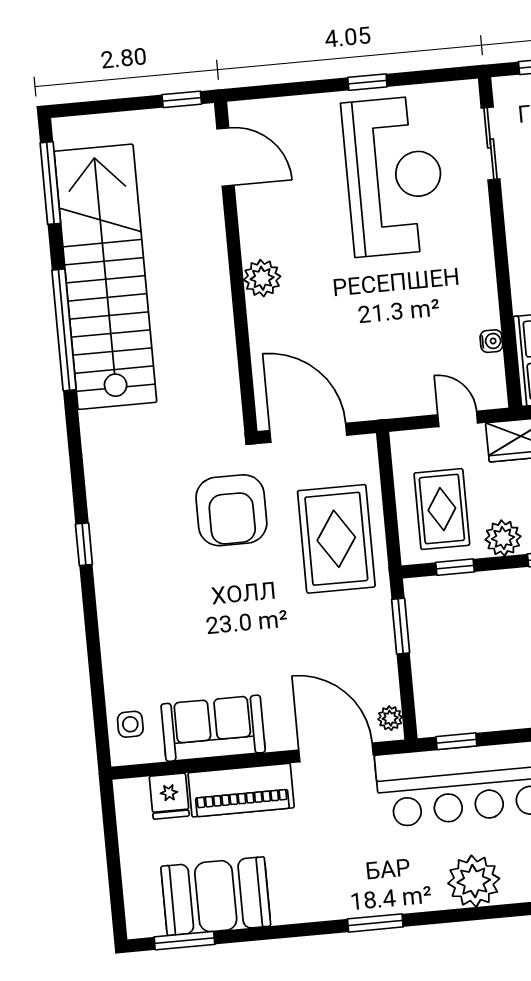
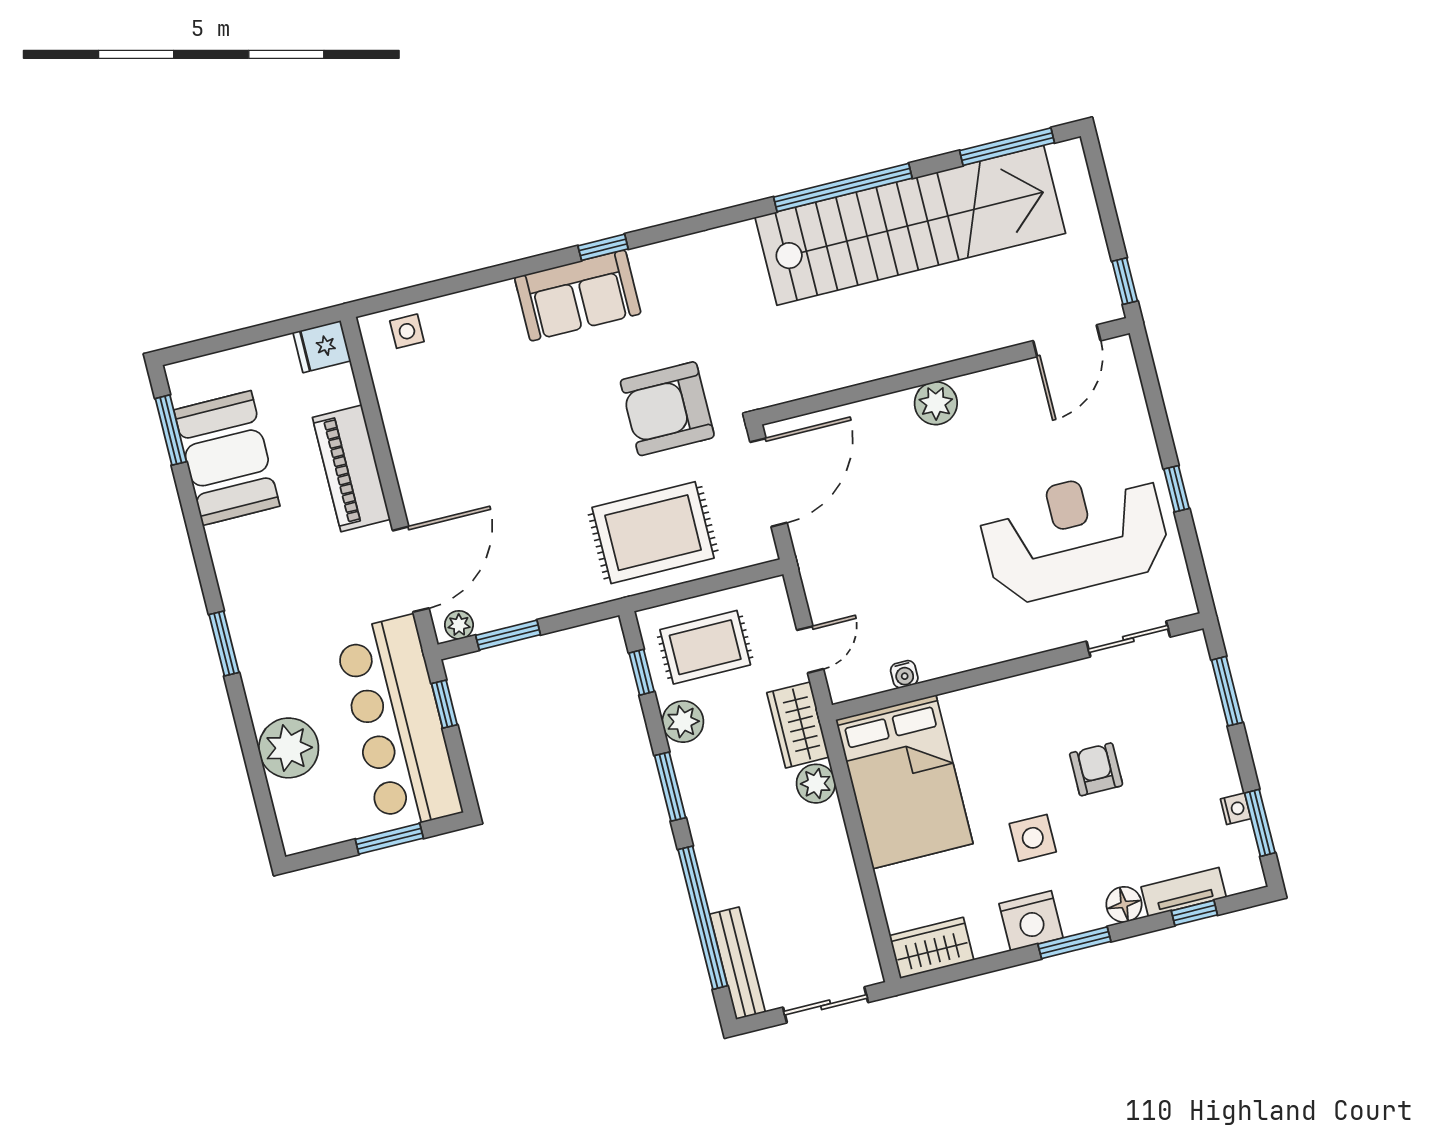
reception desk: (394, 176) -> (1075, 535), turned 180
window: (401, 626) -> (508, 635), moved
sofa: (213, 728) -> (578, 296), moved, turned 90
fridge: (169, 796) -> (322, 347), moved

